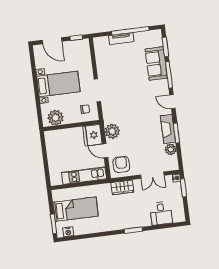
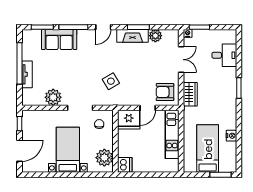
side table: (125, 115) -> (111, 81), added
plant: (112, 131) -> (53, 97), moved
dishwasher: (51, 137) -> (125, 165), added
nightstand: (68, 232) -> (231, 136), moved

